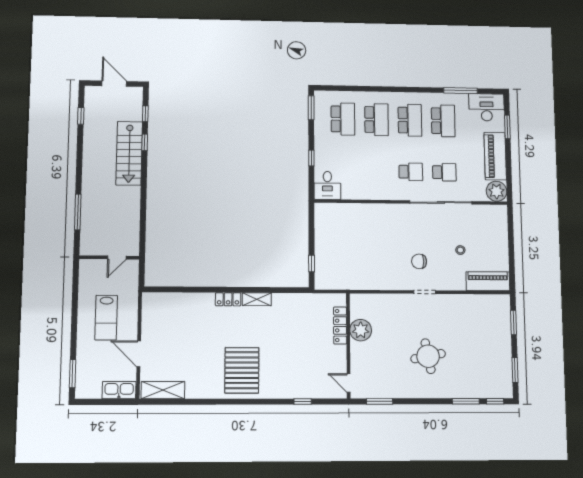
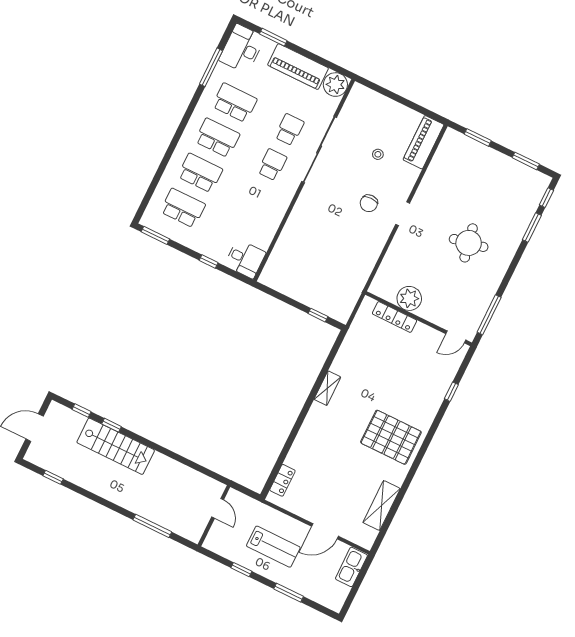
locker: (228, 299) -> (282, 480), moved
window: (75, 301) -> (241, 570), added
window: (73, 374) -> (289, 593), moved
shelving: (163, 390) -> (382, 506), moved
window: (380, 401) -> (489, 315), width x1.44

